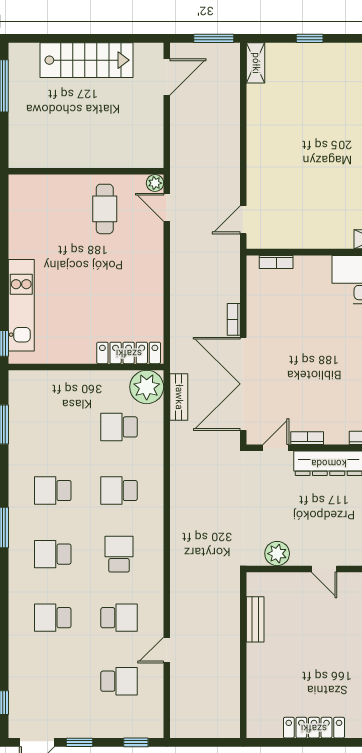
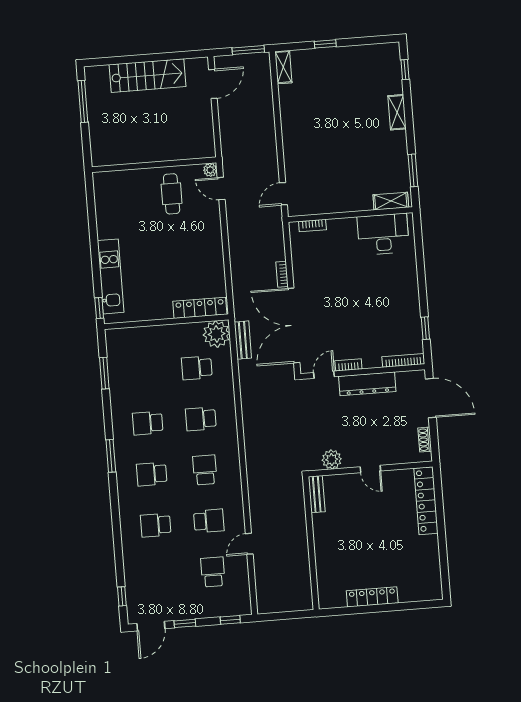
bench: (255, 619) -> (317, 494), moved
school desk: (119, 681) -> (213, 572), turned -90

